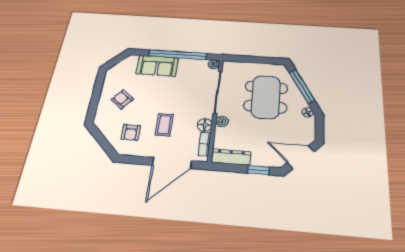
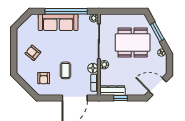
sofa: (157, 66) -> (58, 22), width x1.36
window: (302, 86) -> (157, 32), width x0.69
dining table: (266, 97) -> (133, 42), turned 90
window: (258, 170) -> (121, 98), moved

